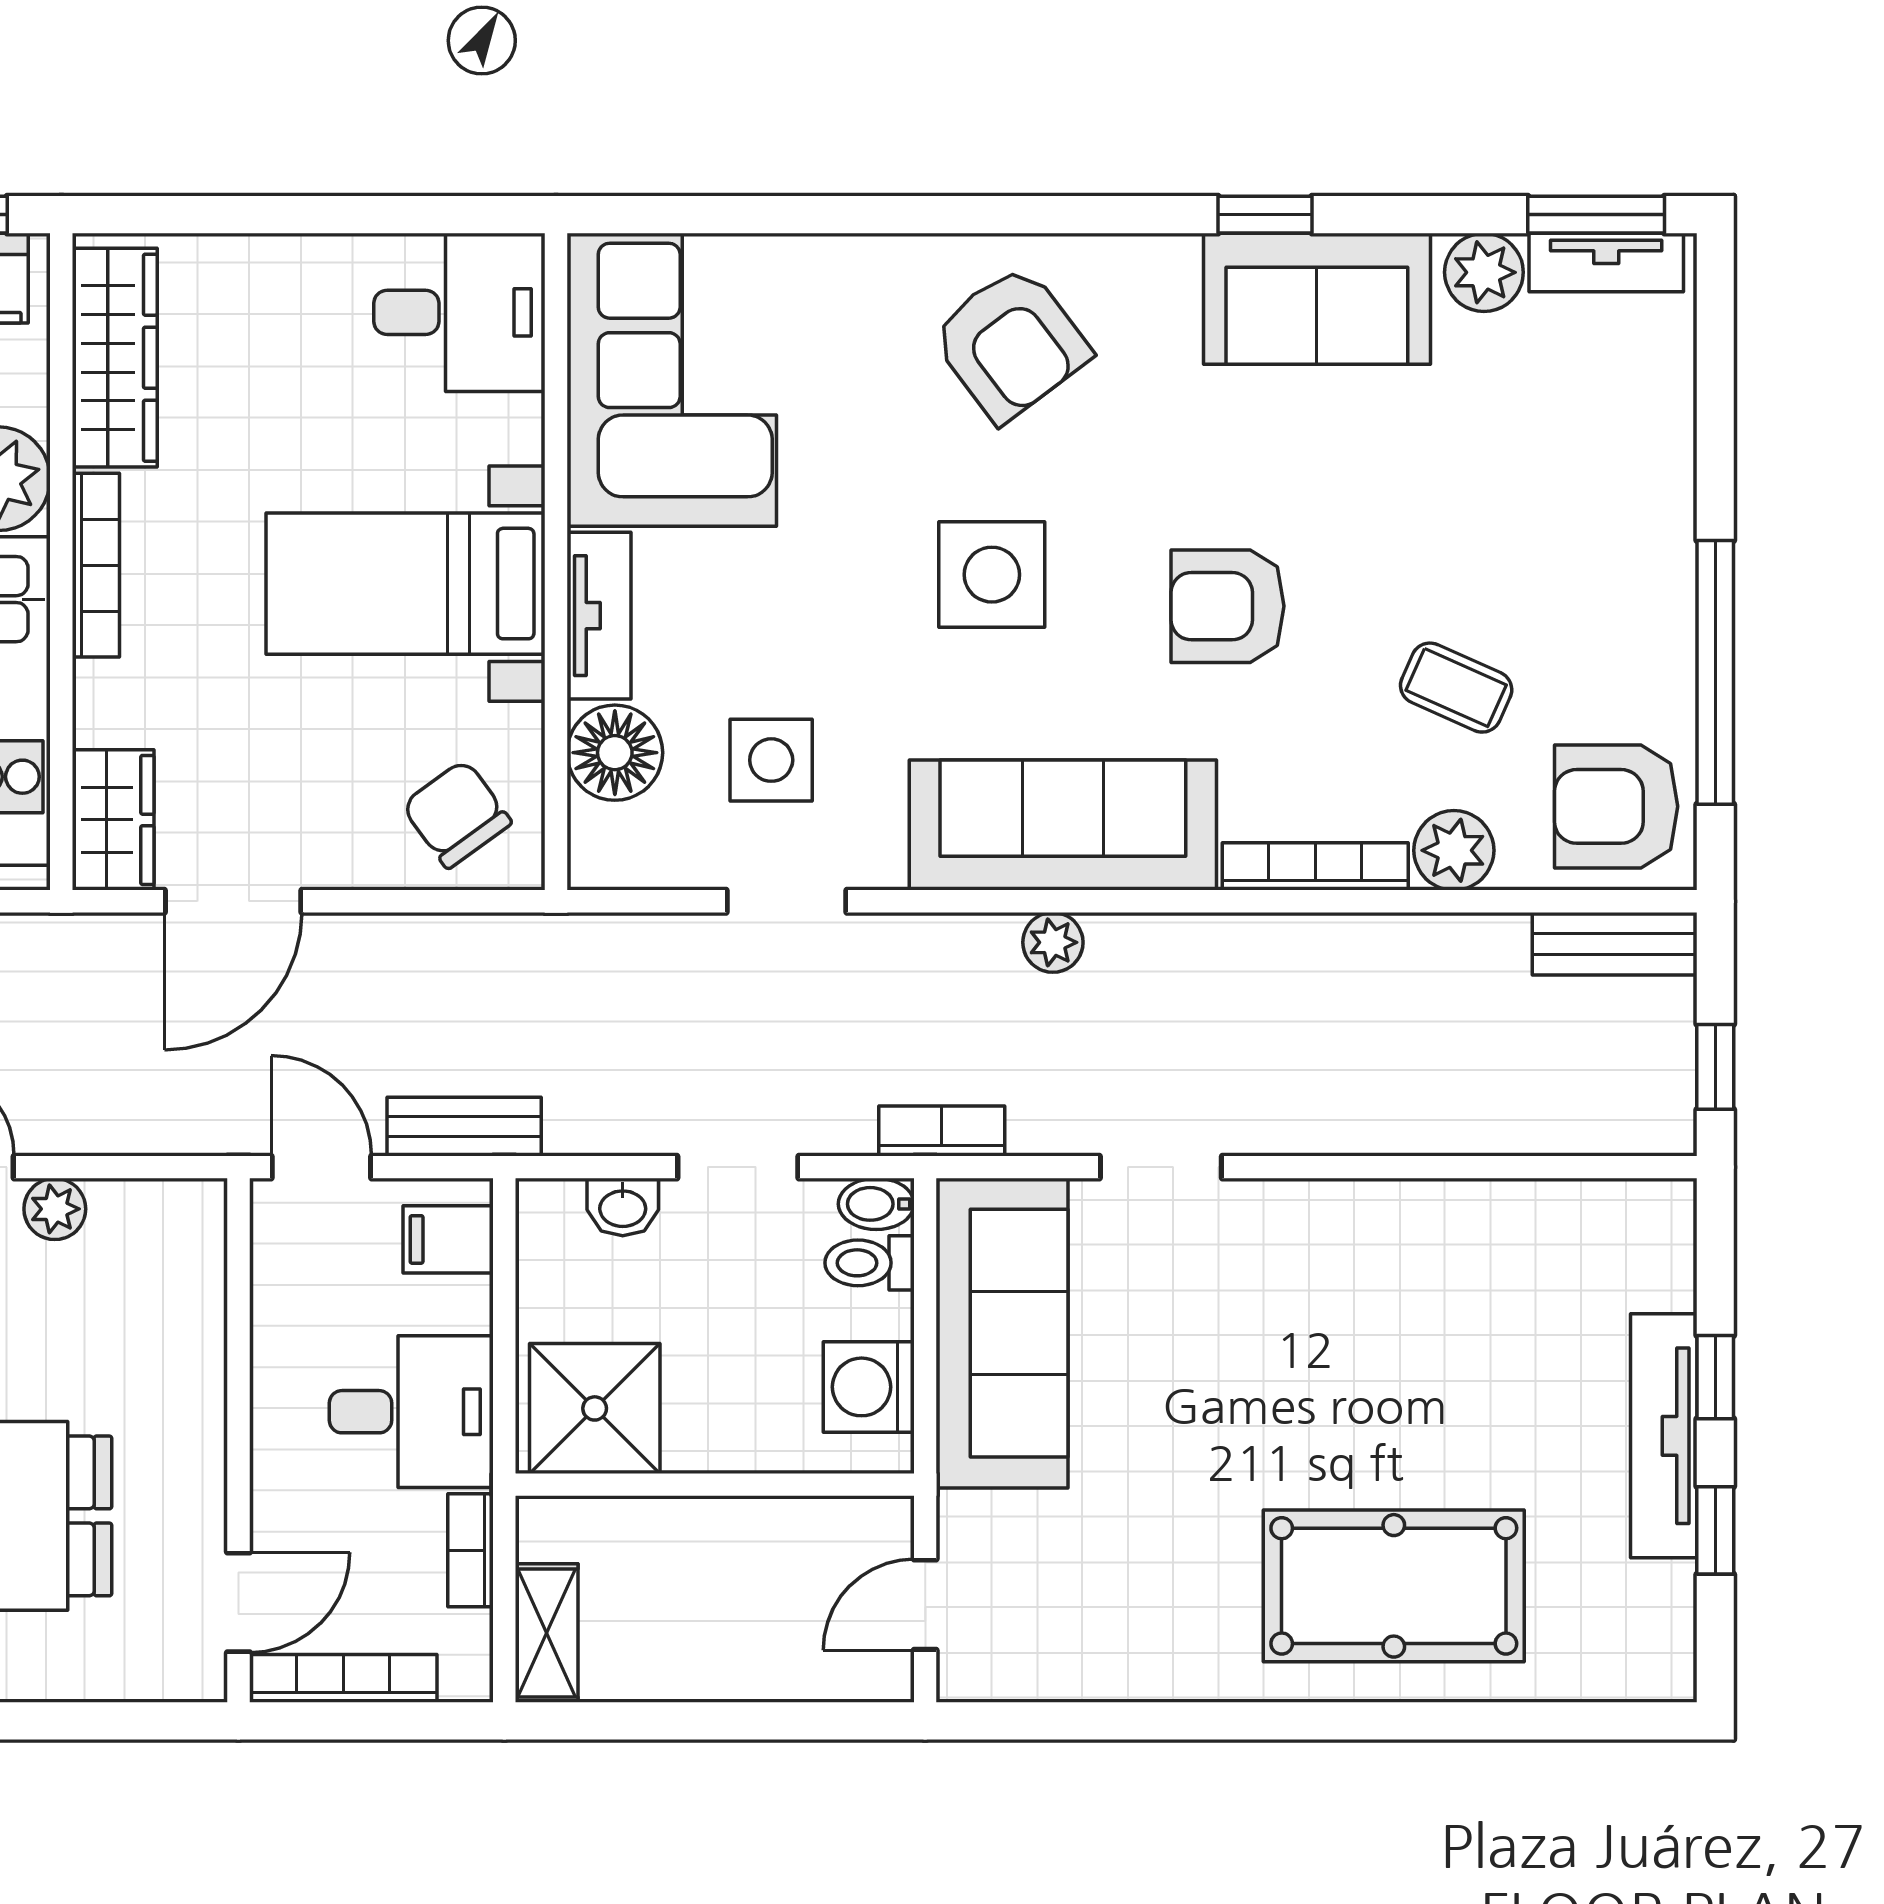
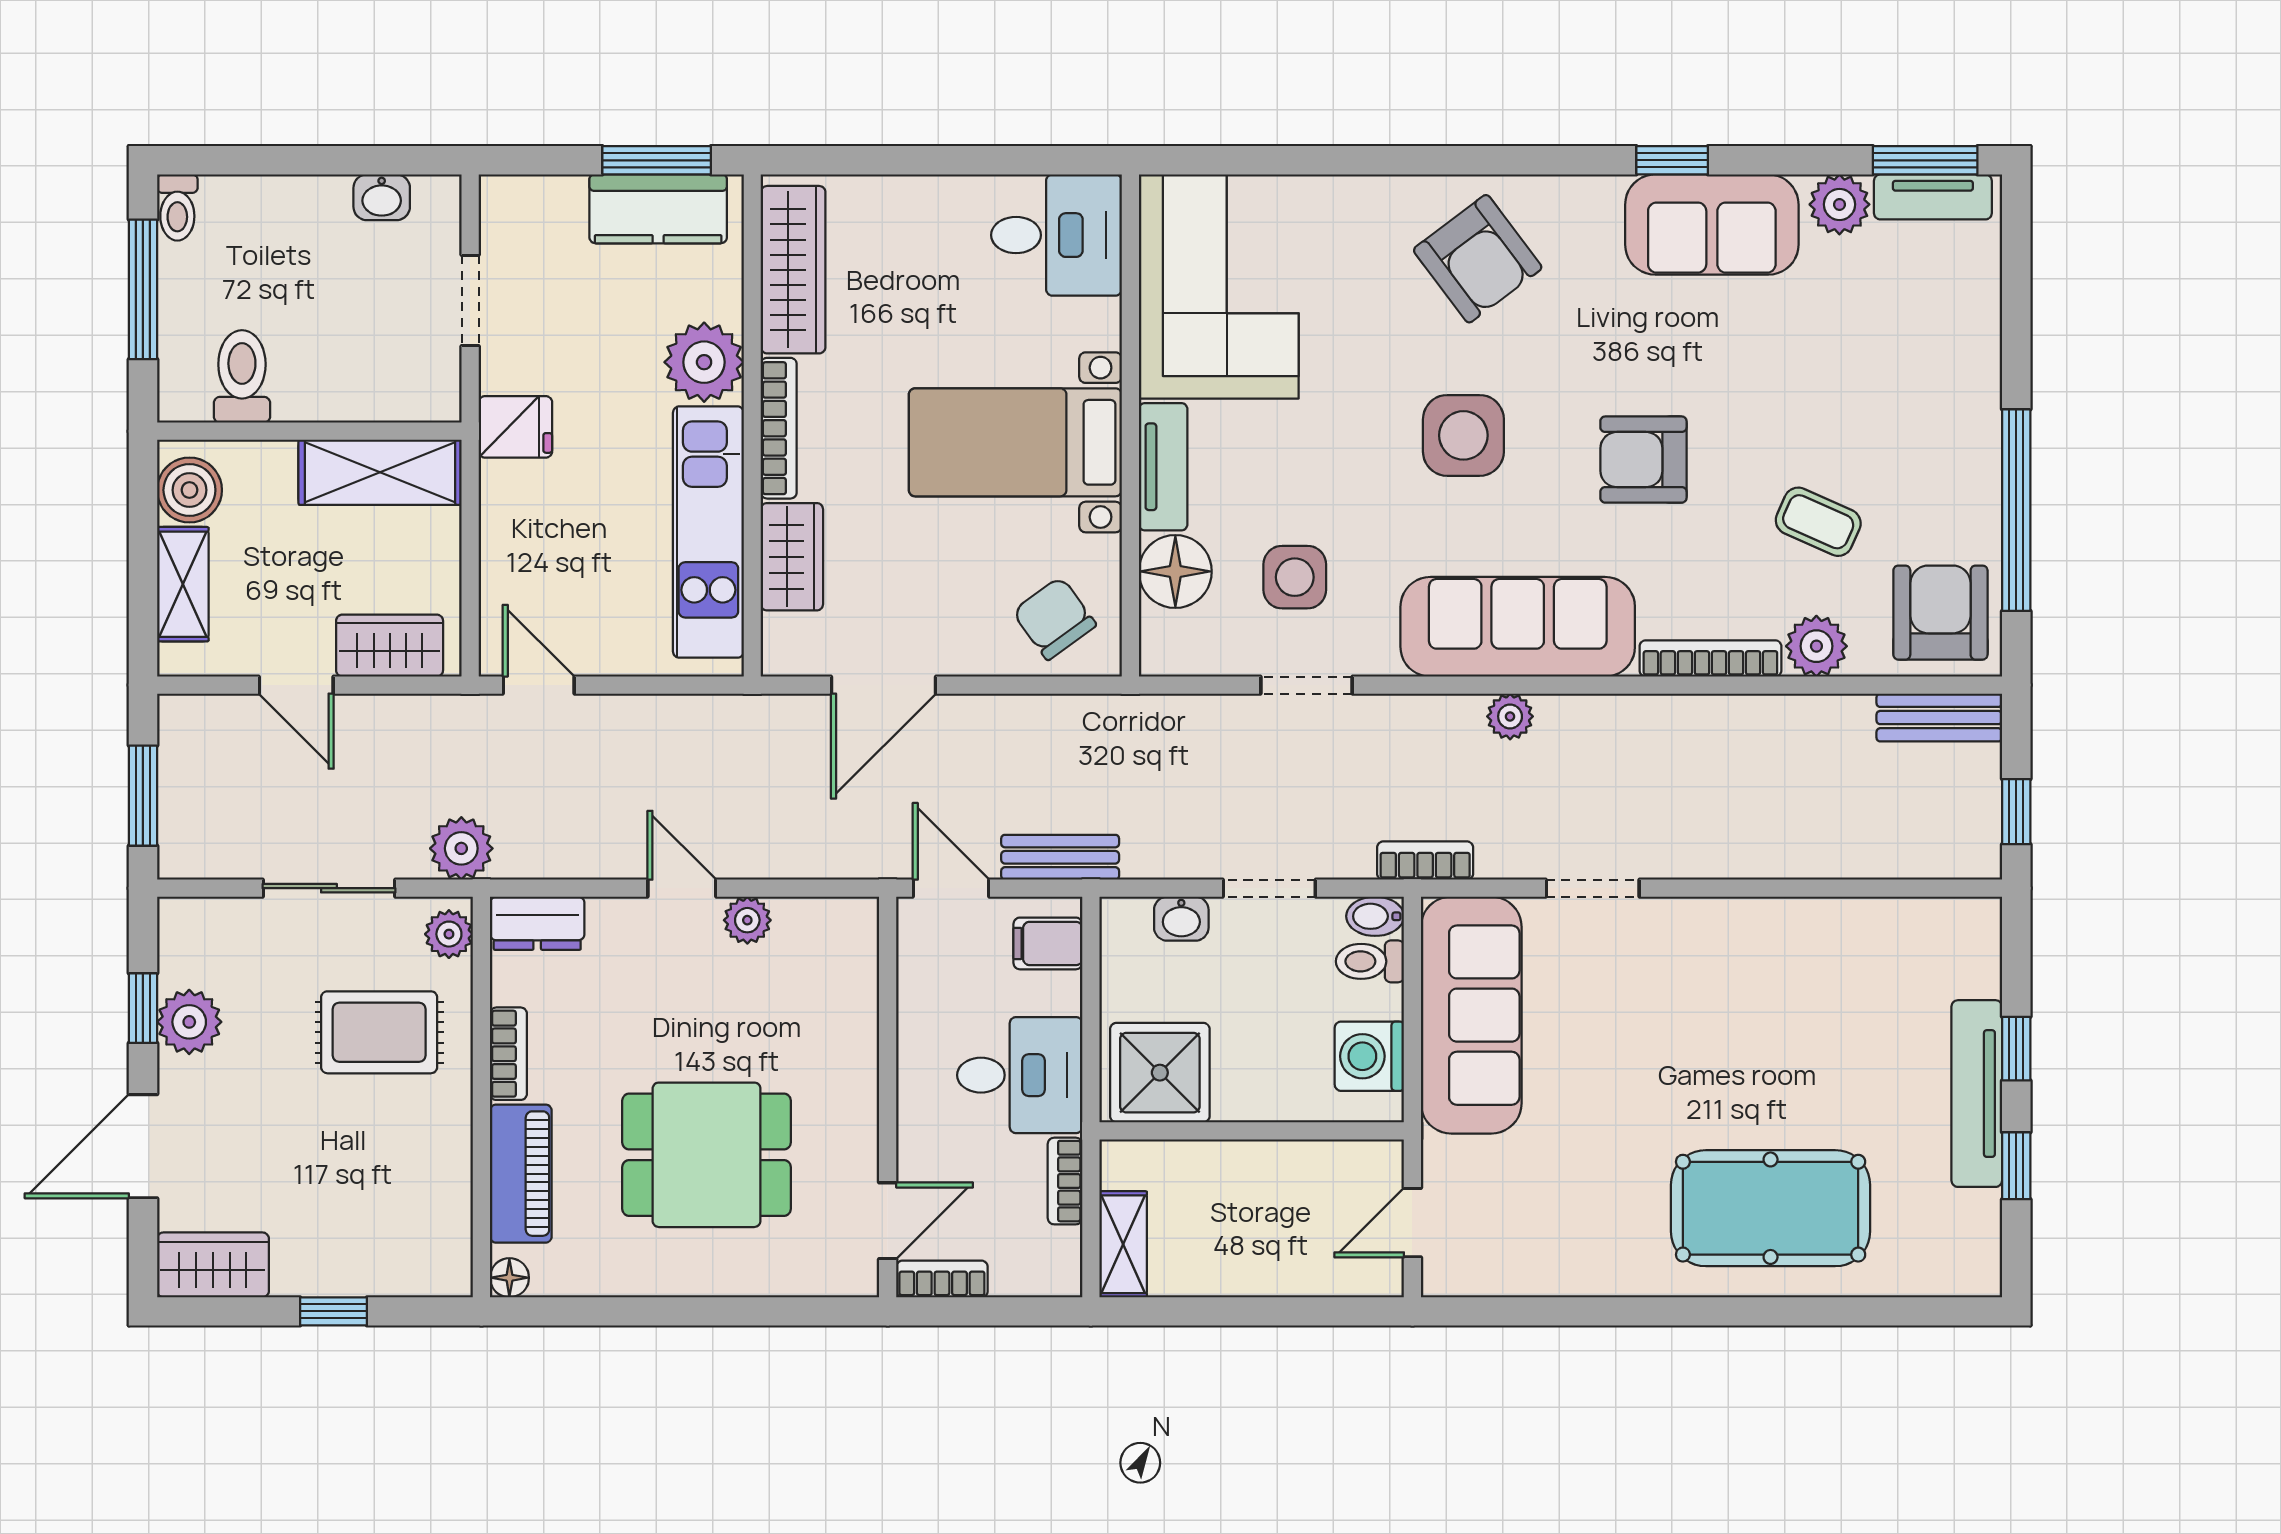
armchair: (1616, 806) -> (1940, 613), turned 90
wardrobe: (113, 820) -> (792, 557), moved
bookcase: (343, 1678) -> (942, 1279), width x0.64

